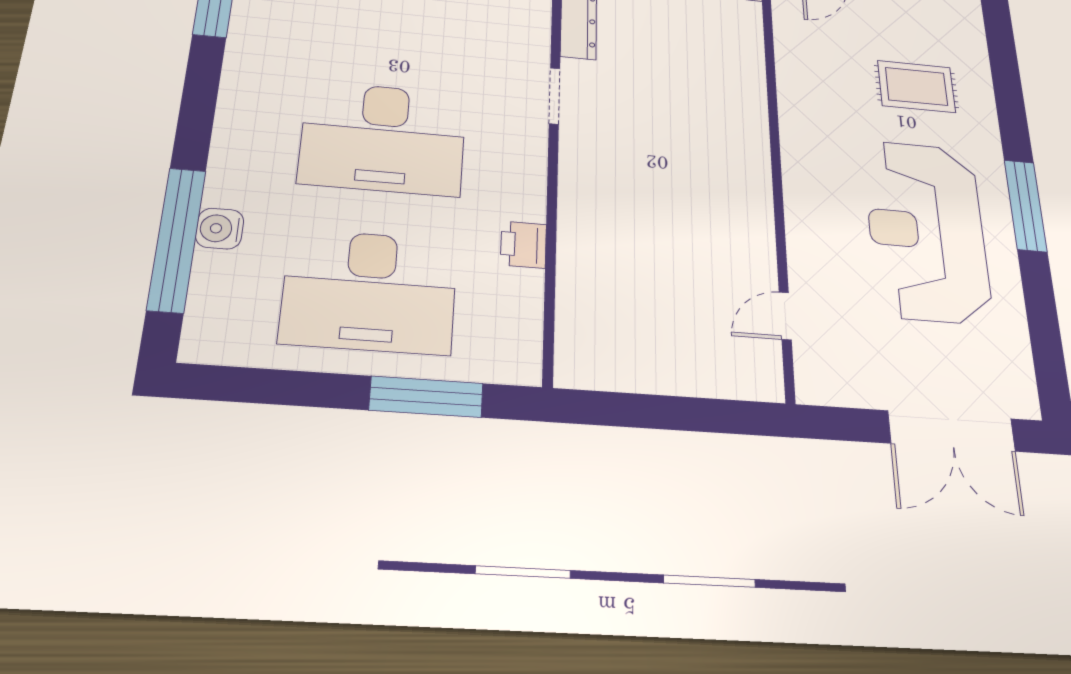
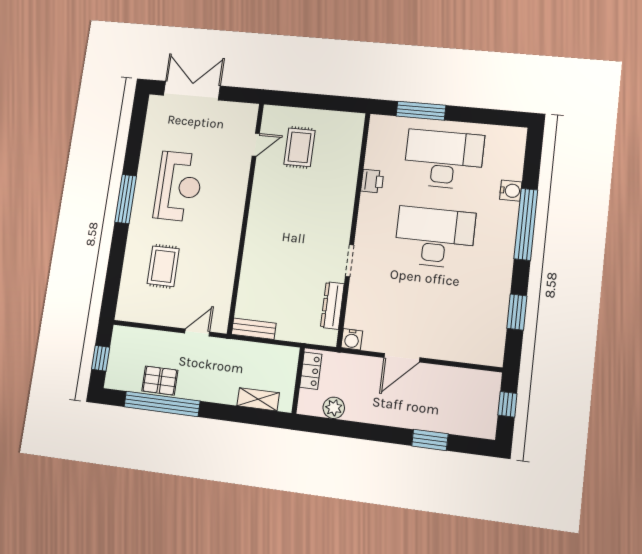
rug: (916, 86) -> (163, 266), turned 90
reception desk: (926, 231) -> (179, 186), width x0.74, depth x0.77
window: (177, 239) -> (526, 224), moved
rug: (690, 312) -> (299, 147), added

